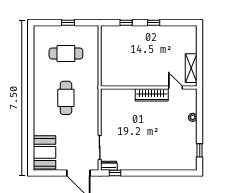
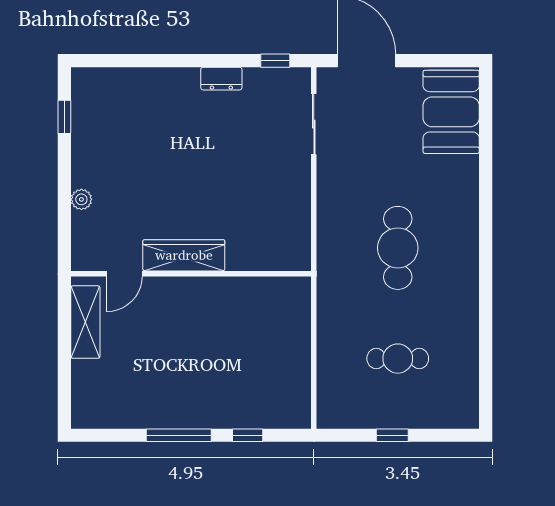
window: (154, 23) -> (179, 435), width x2.17
cafe table: (66, 54) -> (398, 359), width x0.73, depth x0.74
door: (175, 87) -> (124, 274), hinge flipped
dresser: (109, 166) -> (221, 79), moved

